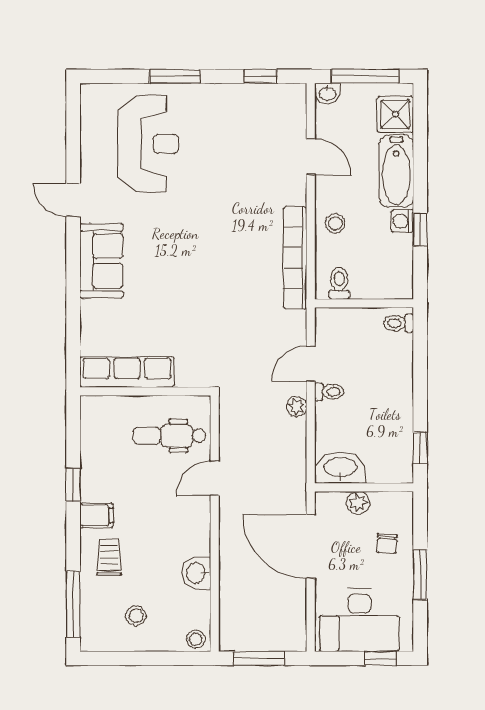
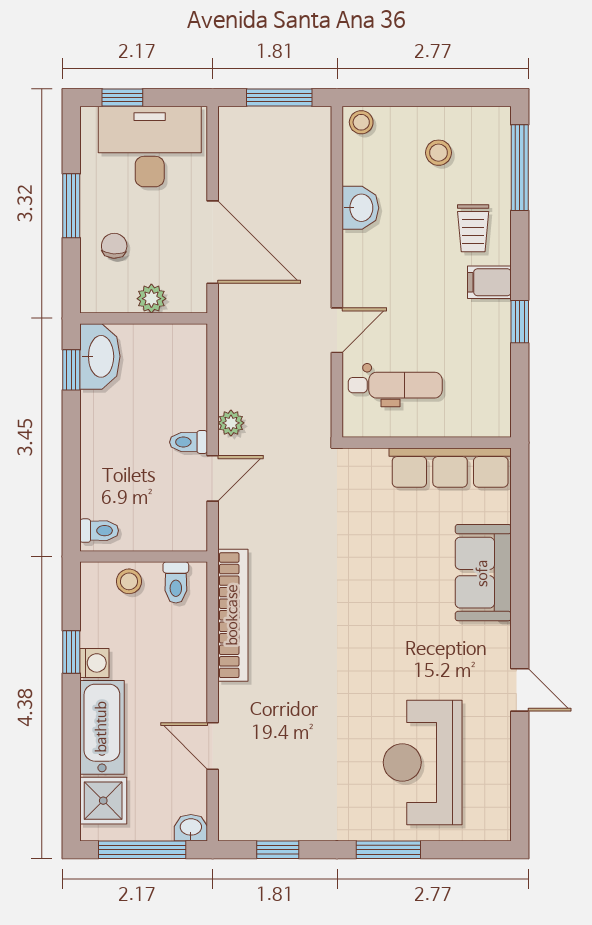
stool: (335, 223) -> (129, 581), moved
sofa: (101, 261) -> (483, 573), moved
washbasin: (340, 468) -> (100, 356), moved, turned -90

